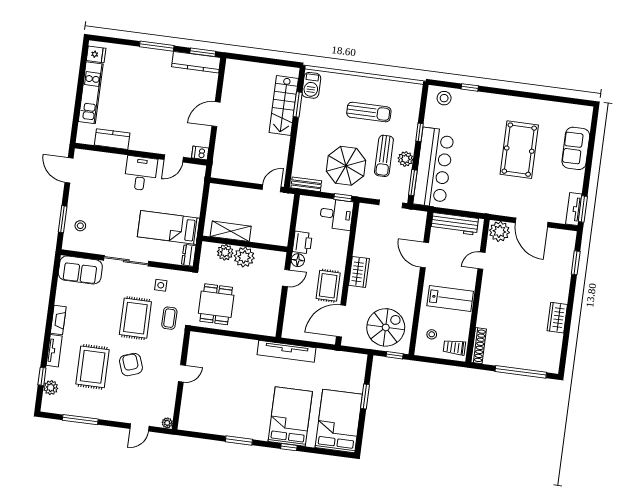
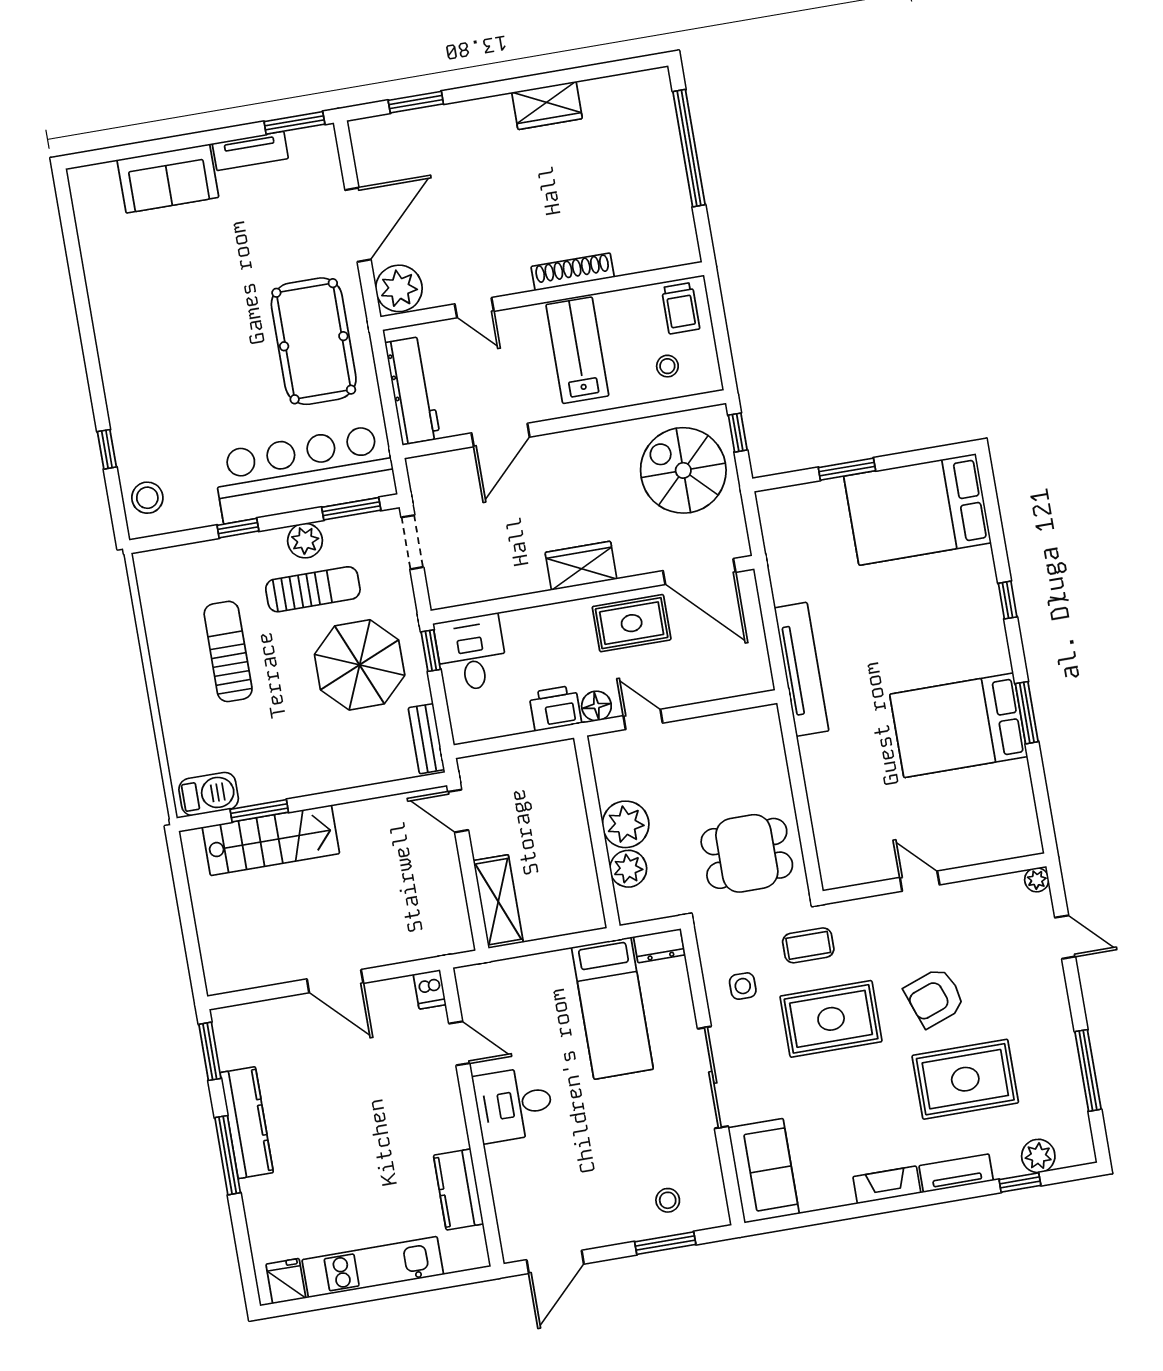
kitchen counter: (196, 62) -> (247, 1123), moved
pool table: (519, 150) -> (314, 341), moved, turned 90
tv unit: (574, 209) -> (250, 151), moved
shelving: (231, 231) -> (498, 902), moved
shoe rack: (479, 346) -> (573, 272), moved
bed: (290, 416) -> (959, 725), moved

